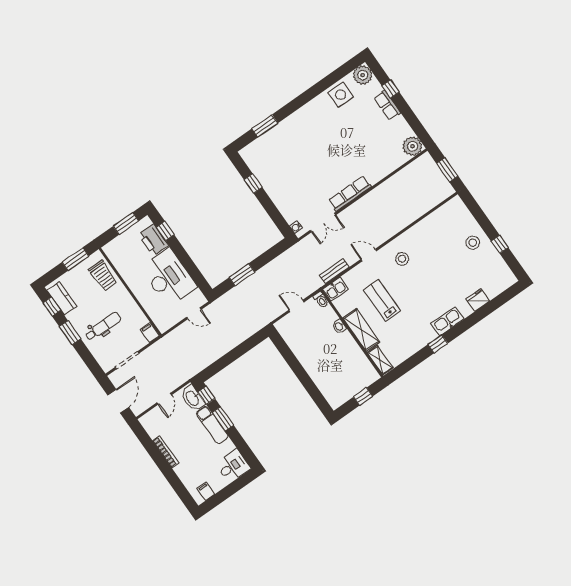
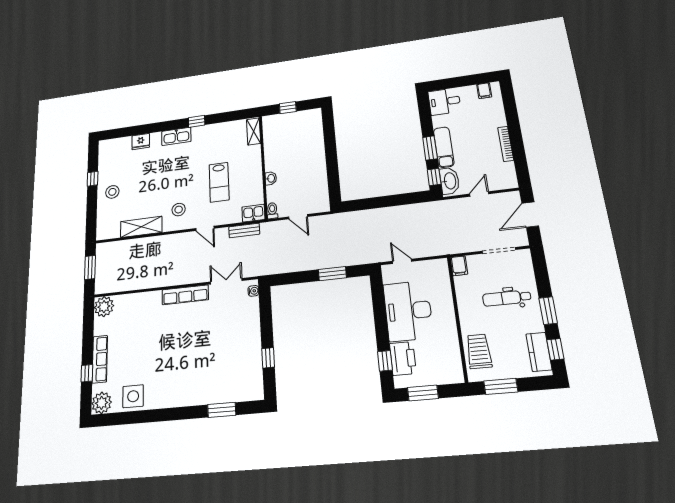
row of seats: (387, 105) -> (100, 359), width x1.48
shelving: (361, 330) -> (141, 227), moved, turned 90

